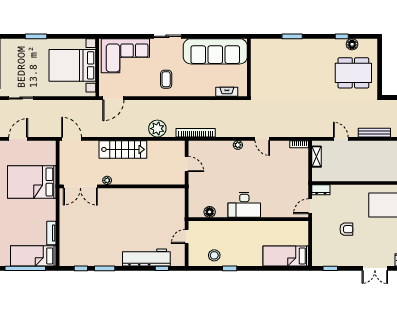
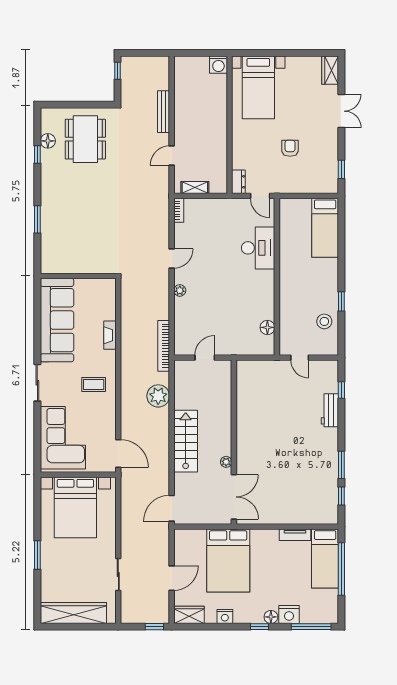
fireplace: (227, 92) -> (110, 335), moved
door: (18, 139) -> (172, 578), swing flipped
desk: (244, 205) -> (258, 248), moved
workbench: (146, 258) -> (330, 410), width x0.53, depth x0.76

